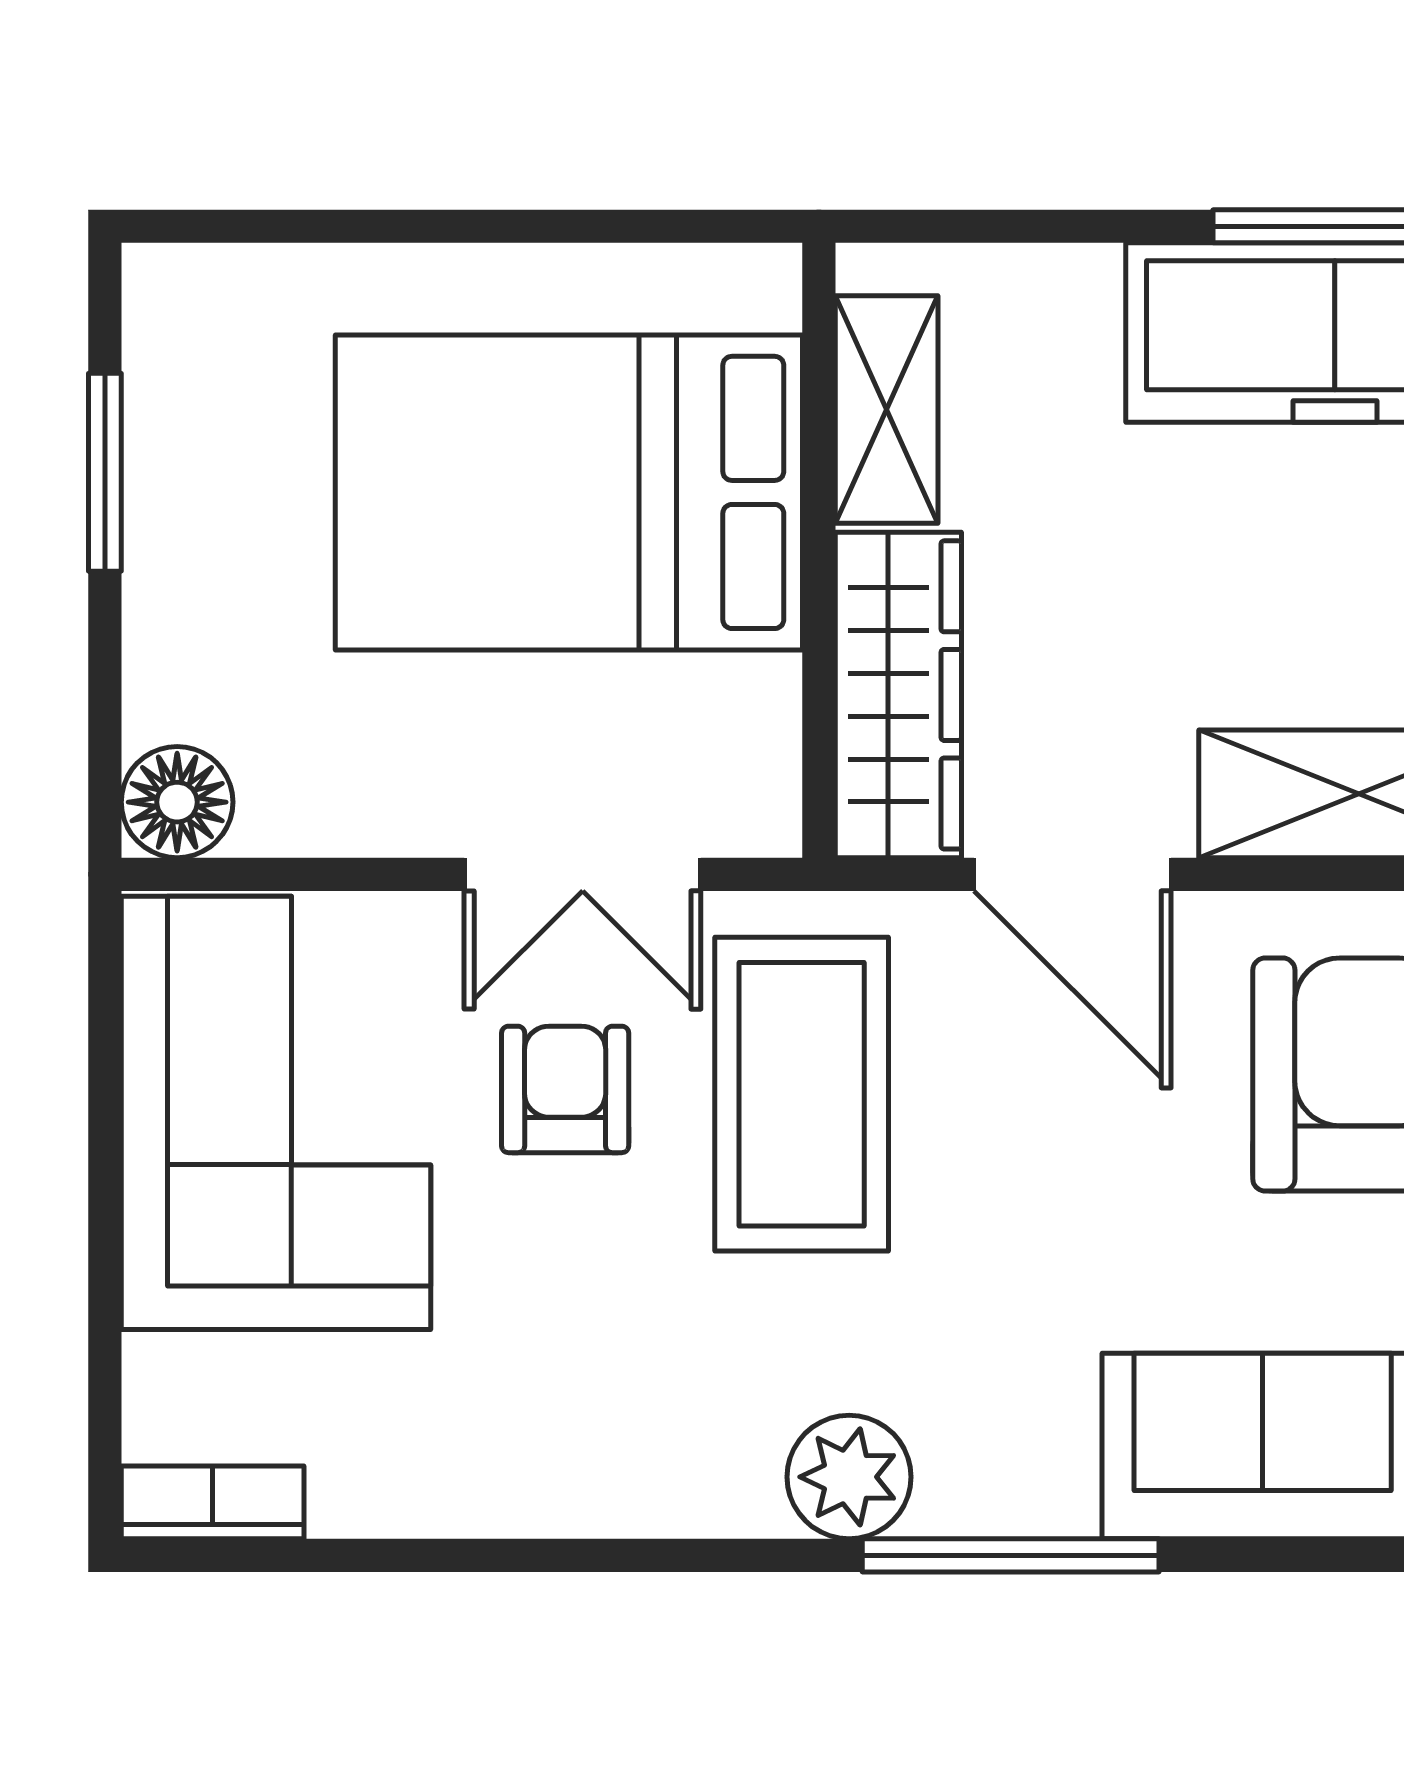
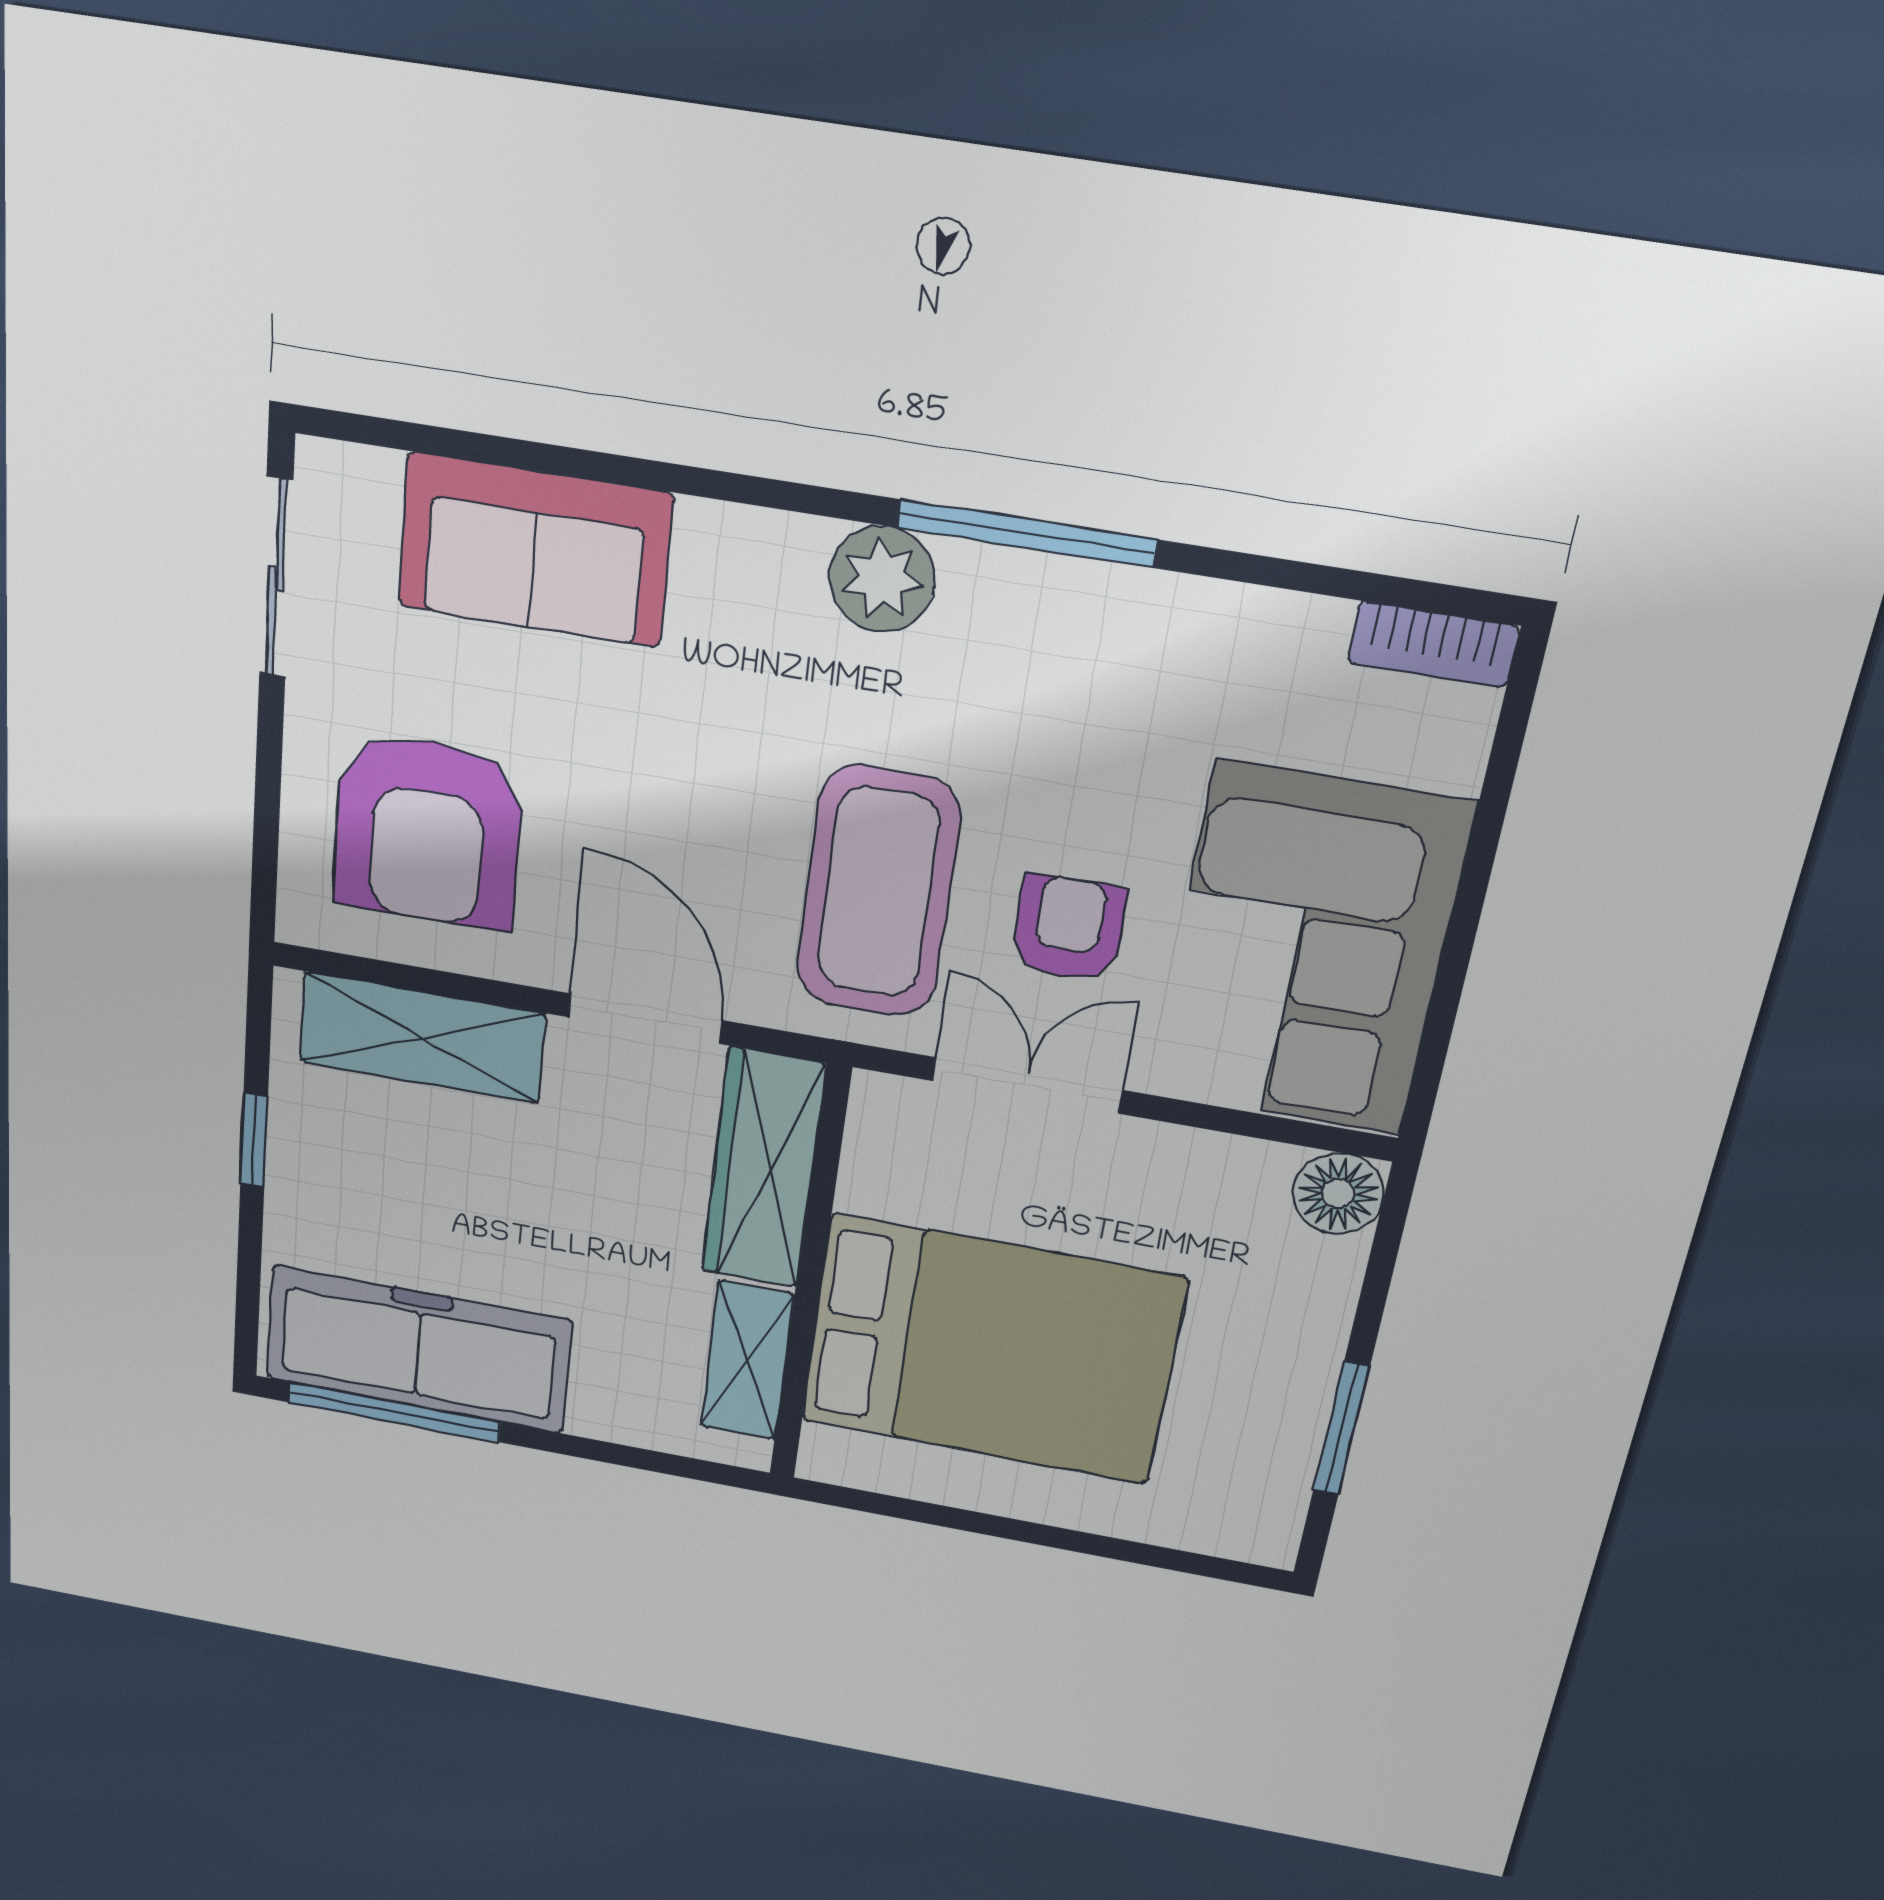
armchair: (565, 1089) -> (1069, 928), turned 180
window: (1011, 1555) -> (1027, 534), moved

